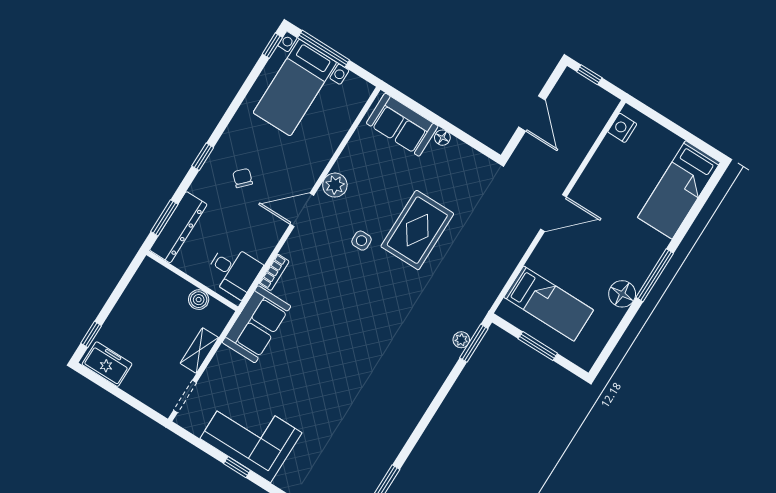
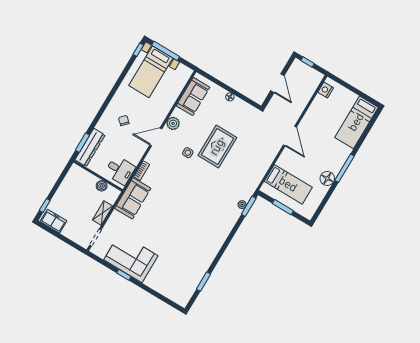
sofa: (402, 125) -> (193, 97), moved, turned -90
window: (203, 157) -> (102, 110), removed
door: (553, 213) -> (290, 136), hinge flipped

